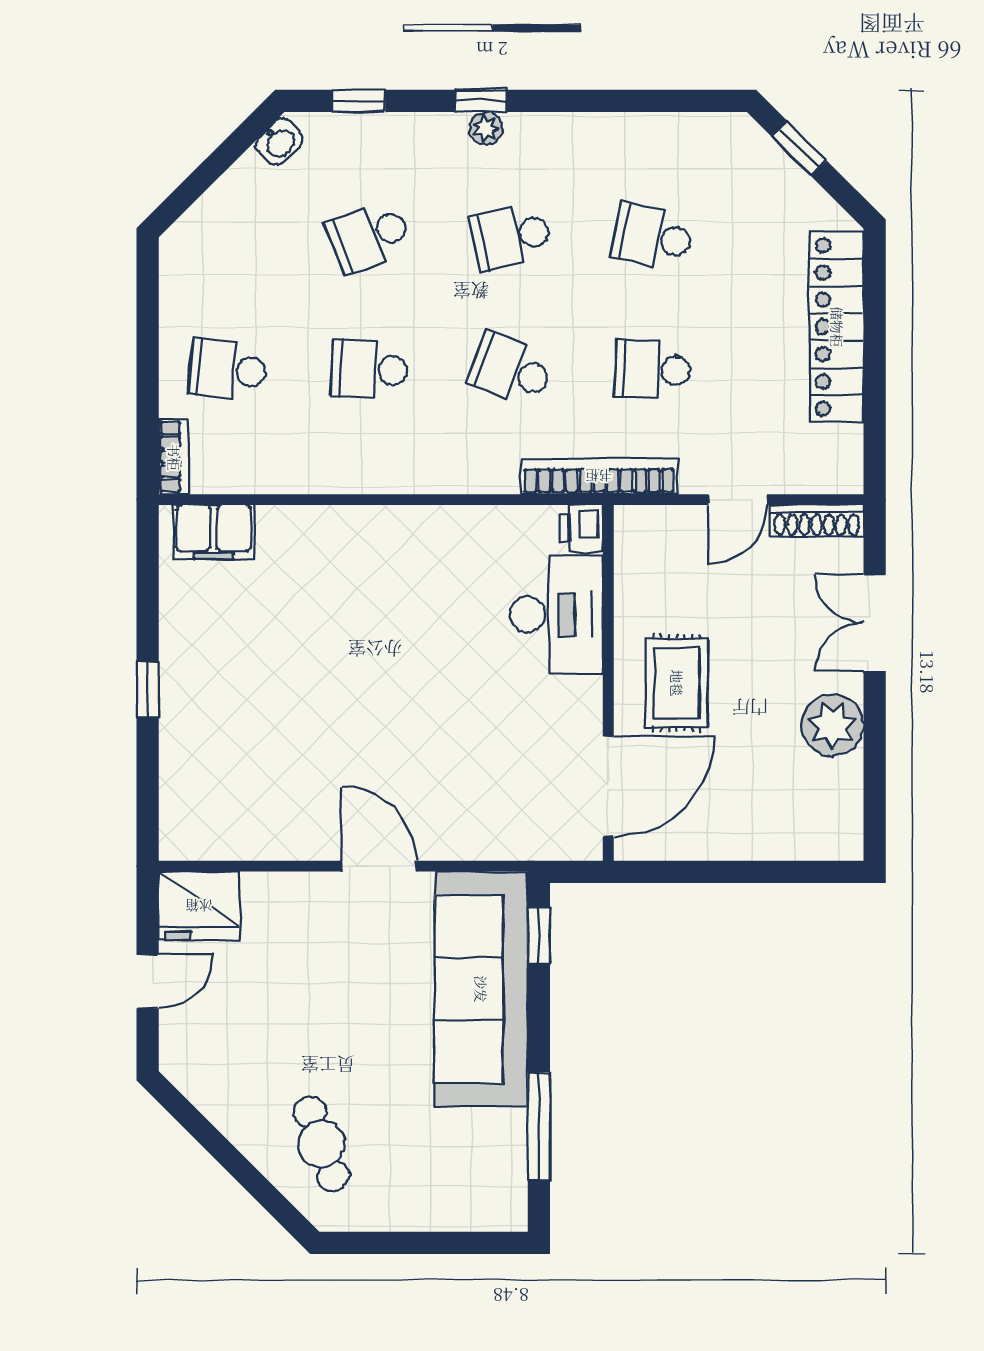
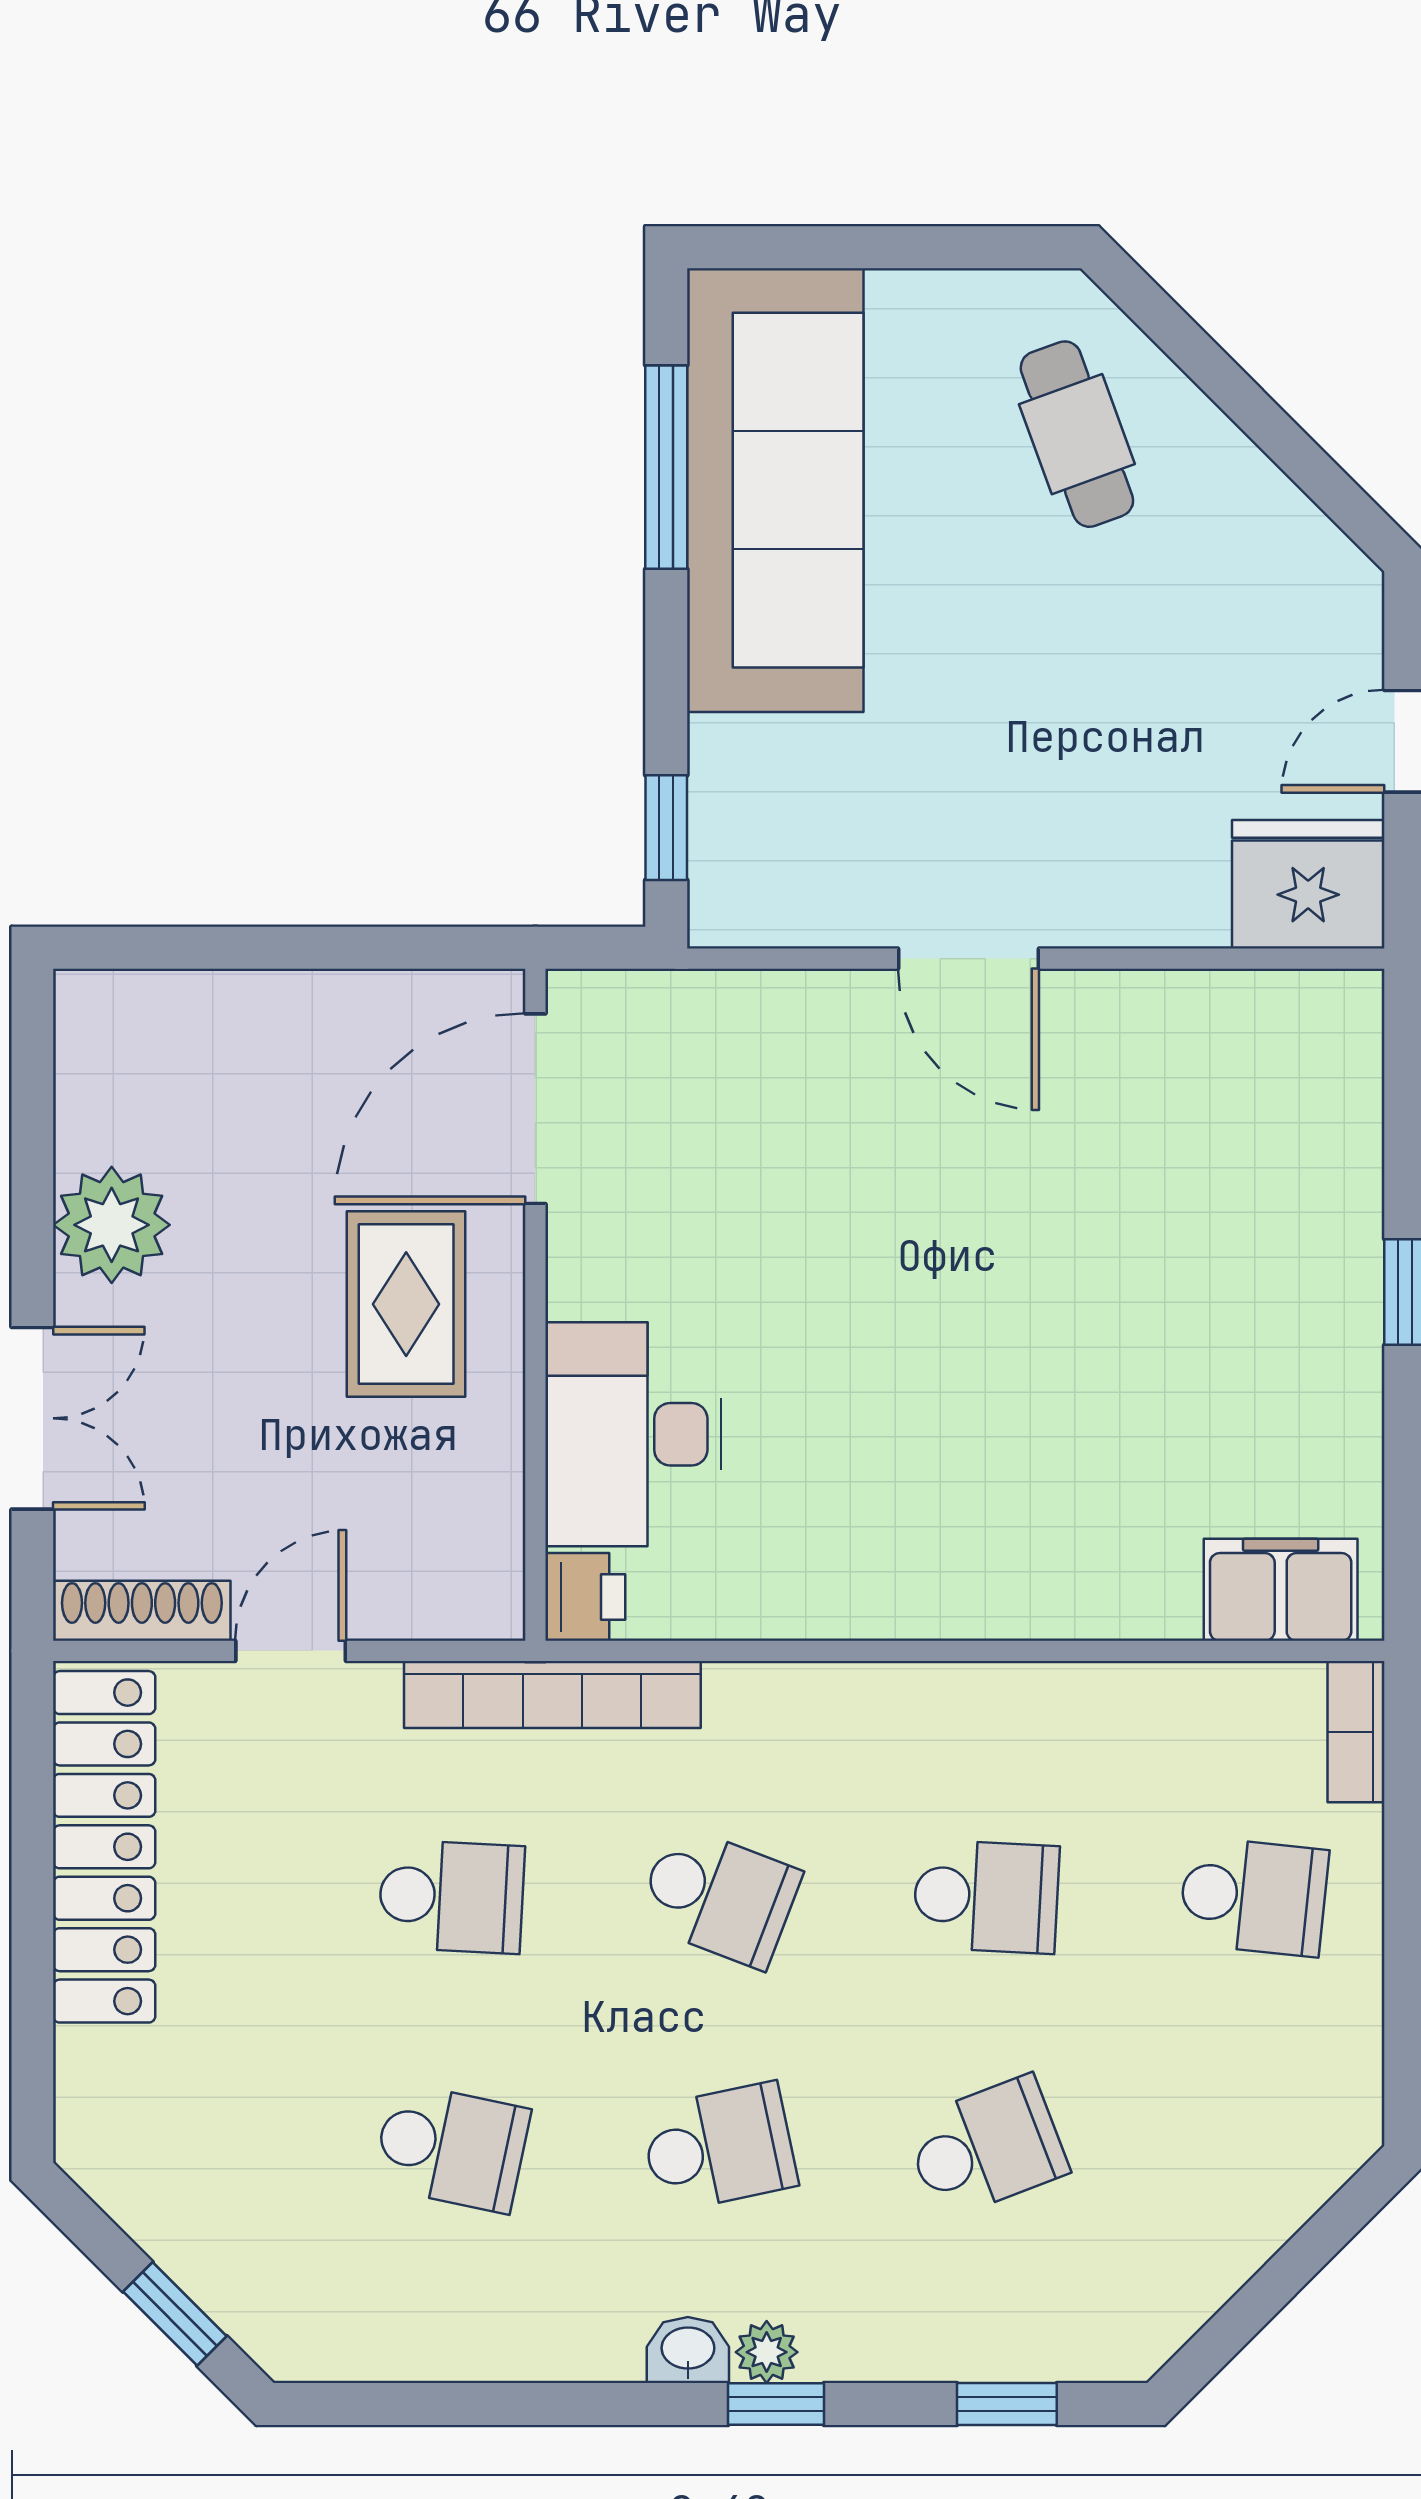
washbasin: (279, 142) -> (688, 2350), moved, turned 45
locker: (837, 327) -> (104, 1847), moved
sofa: (481, 989) -> (775, 490), moved

